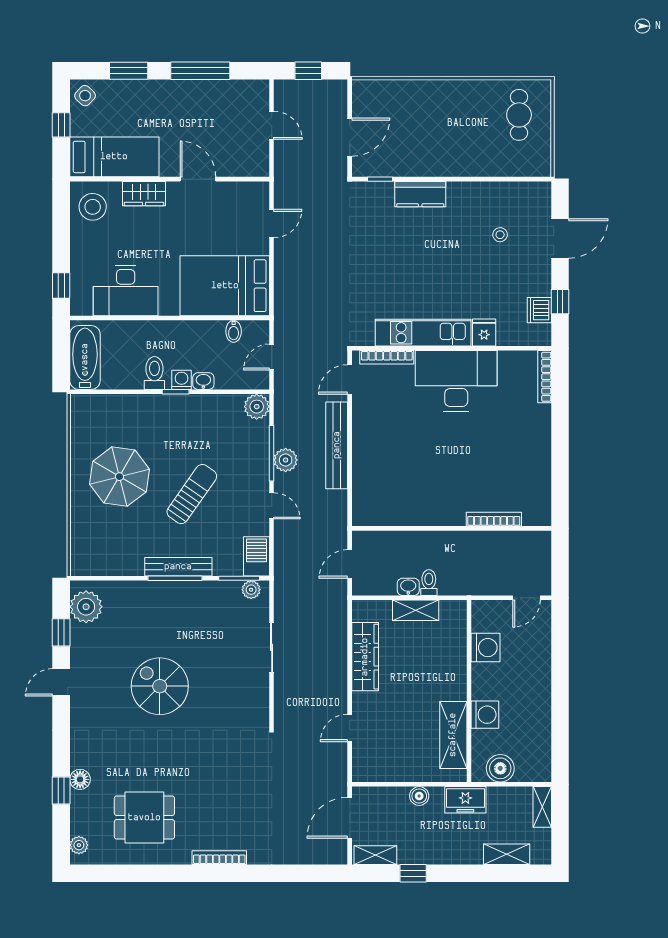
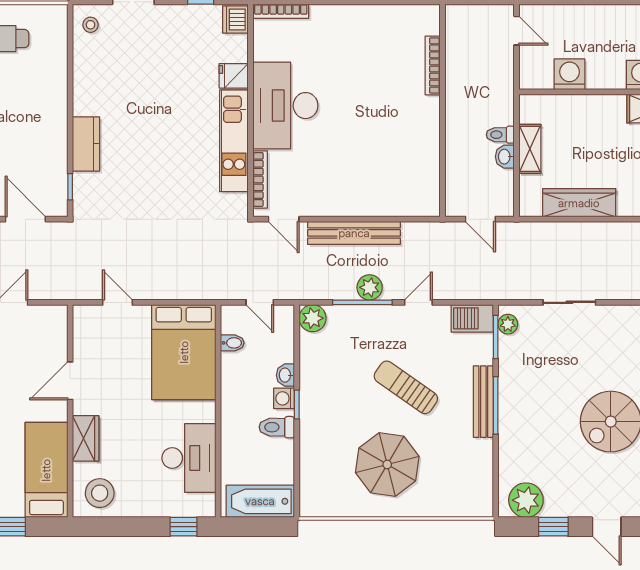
stool: (500, 235) -> (90, 25), moved
dishwasher: (539, 310) -> (235, 19), moved, turned 90

